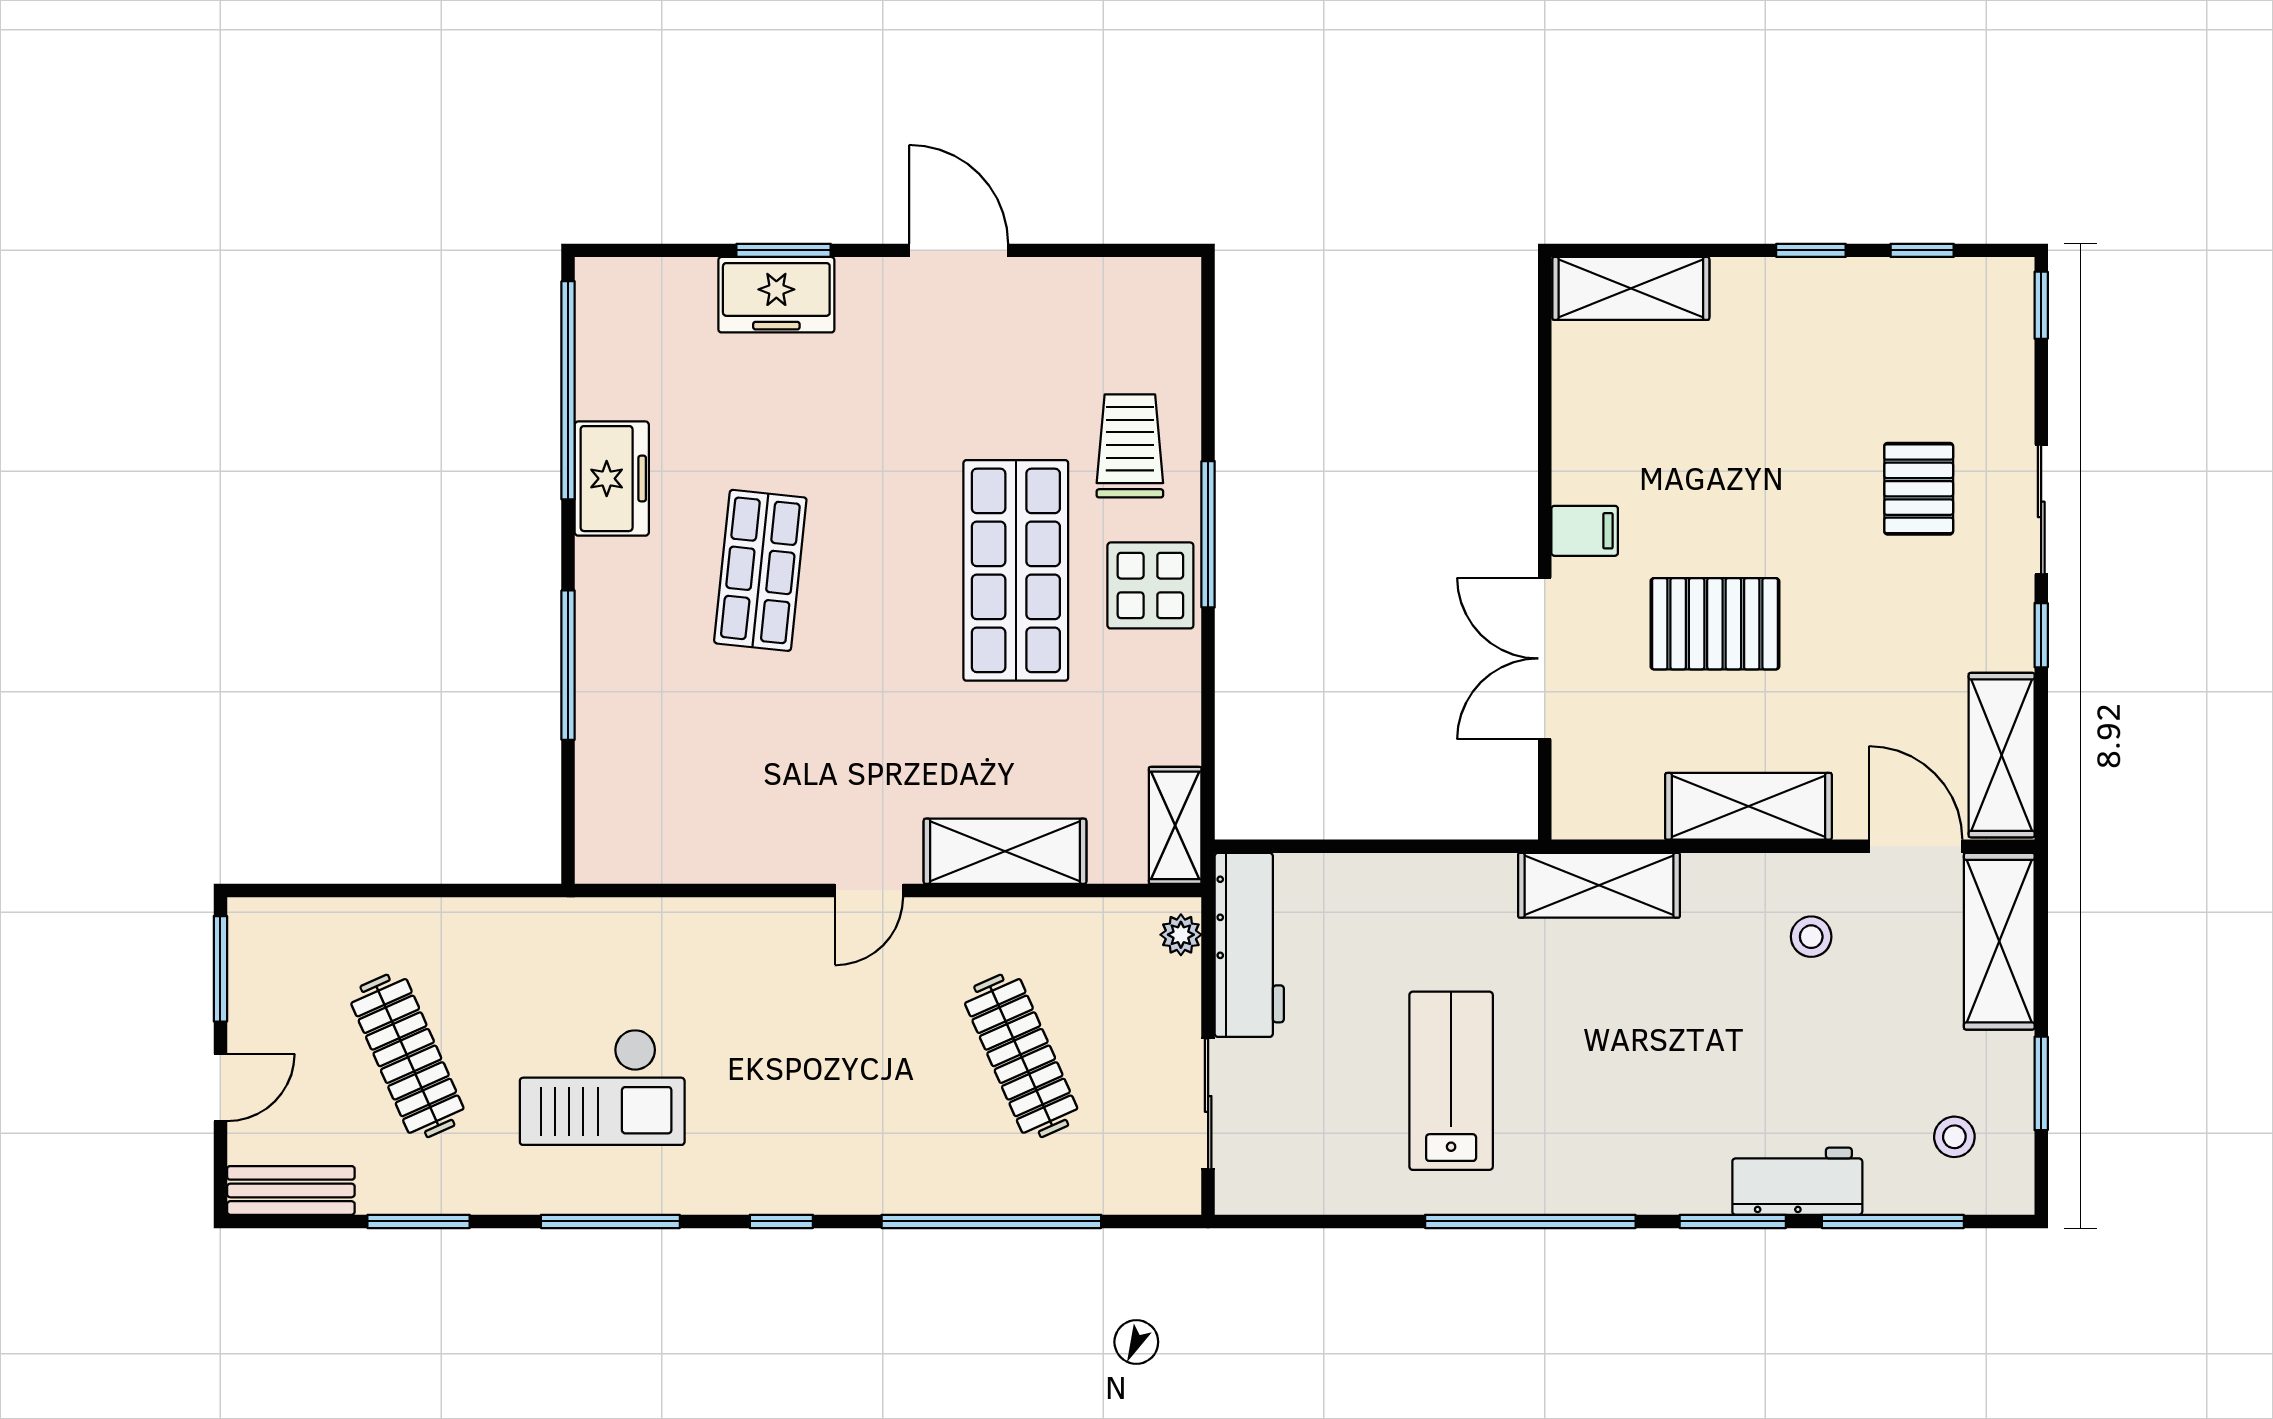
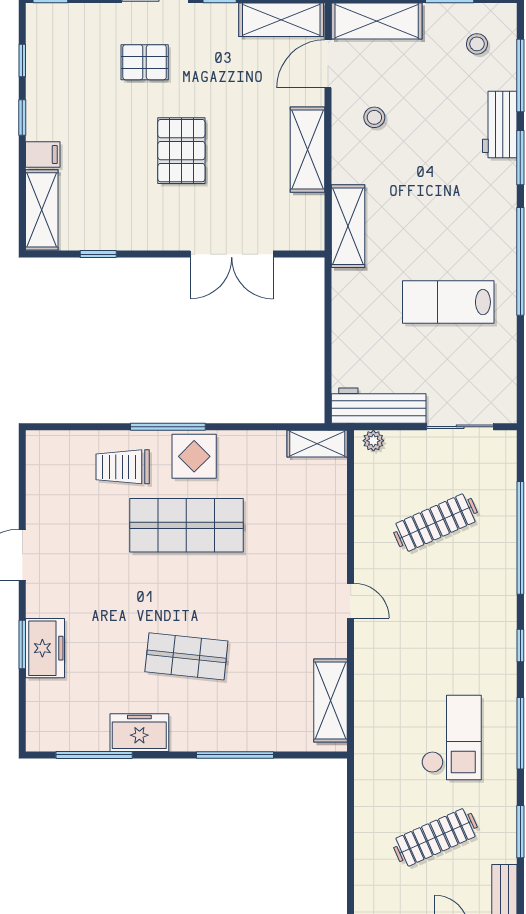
window: (568, 390) -> (94, 755), width x0.68
window: (1545, 399) -> (98, 254), added
filing cabinet: (1585, 531) -> (43, 155), moved, turned 90
pallet: (1715, 624) -> (181, 151), moved
shelving: (1005, 851) -> (330, 701), moved

